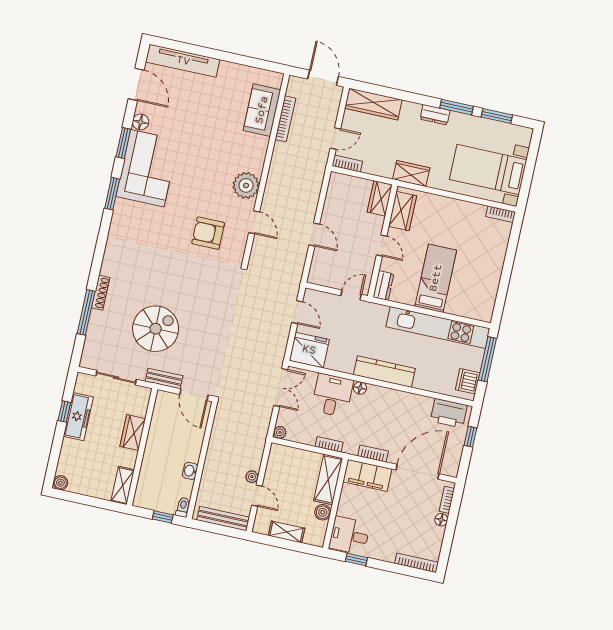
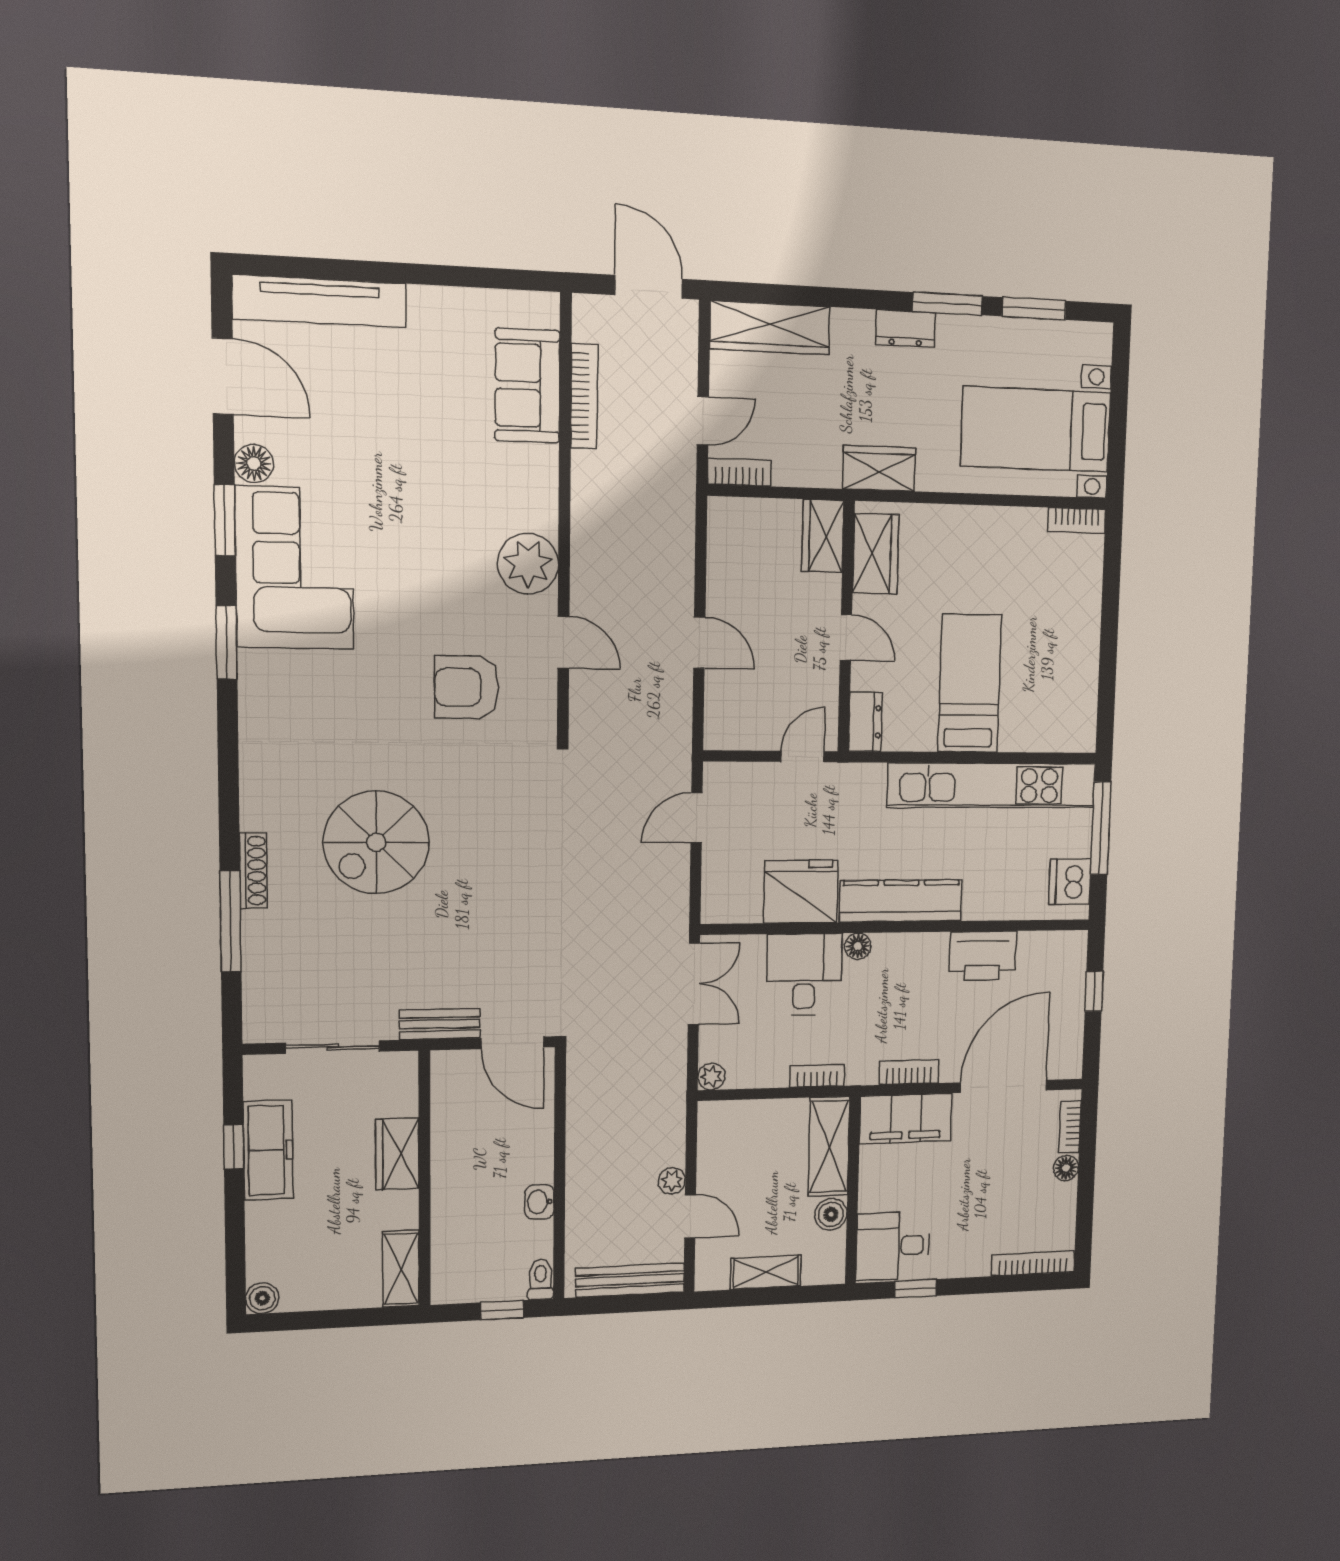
door: (297, 312) -> (697, 818), swing flipped
spiral stairs: (156, 329) -> (376, 842), moved, turned 180
fridge: (309, 350) -> (801, 892), moved
printer: (449, 413) -> (983, 956), moved

